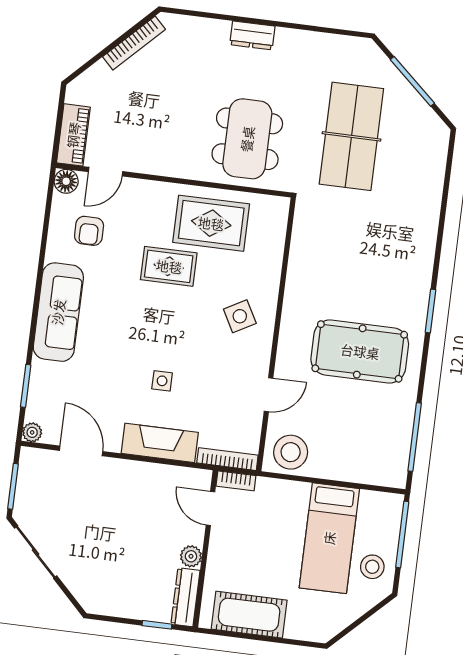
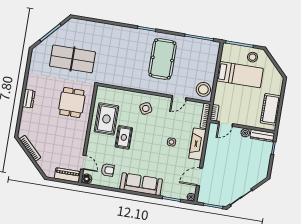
dining table: (247, 139) -> (72, 102), width x0.73
door: (268, 395) -> (179, 98), swing flipped

